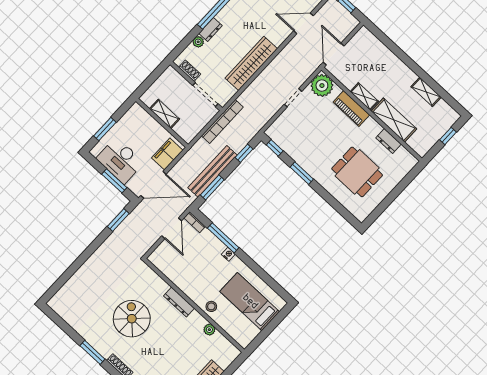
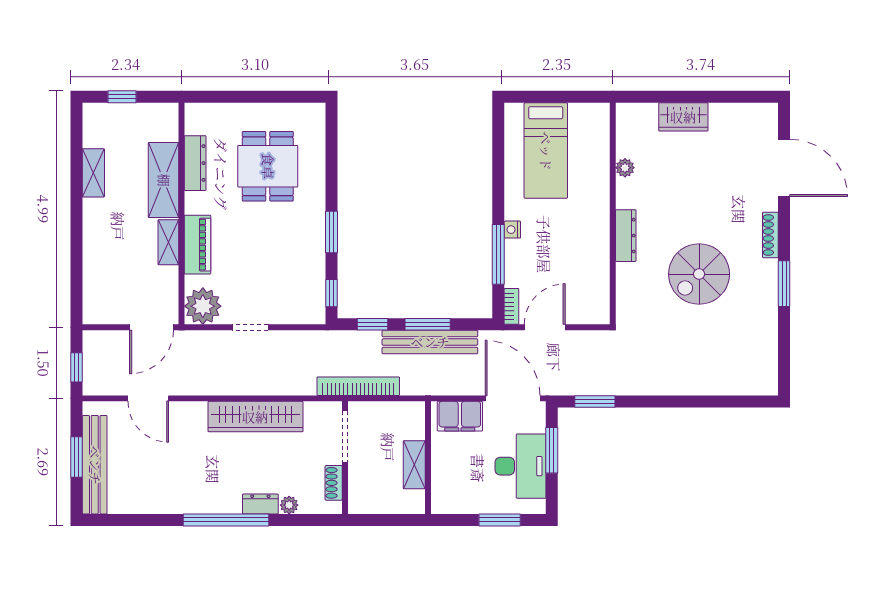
dresser: (388, 141) -> (195, 163), width x1.44
window: (212, 187) -> (428, 324), moved
stool: (211, 306) -> (595, 191), removed

